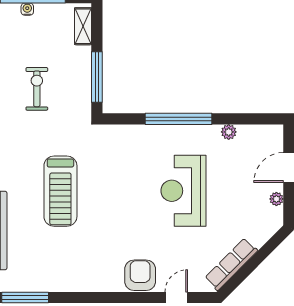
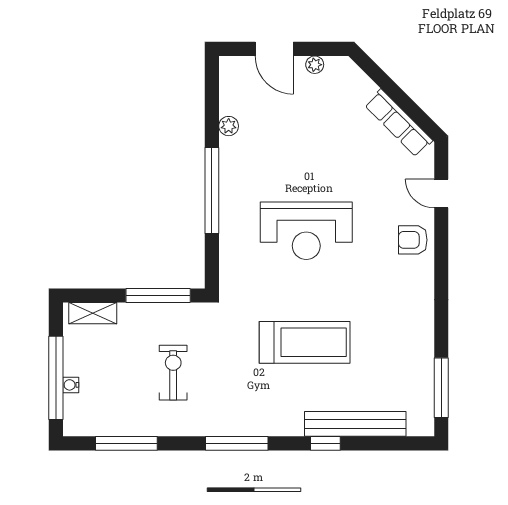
exercise bike: (37, 89) -> (173, 373), turned 90
reception desk: (183, 191) -> (306, 231), moved
armchair: (140, 275) -> (413, 240), width x0.72, depth x0.72

